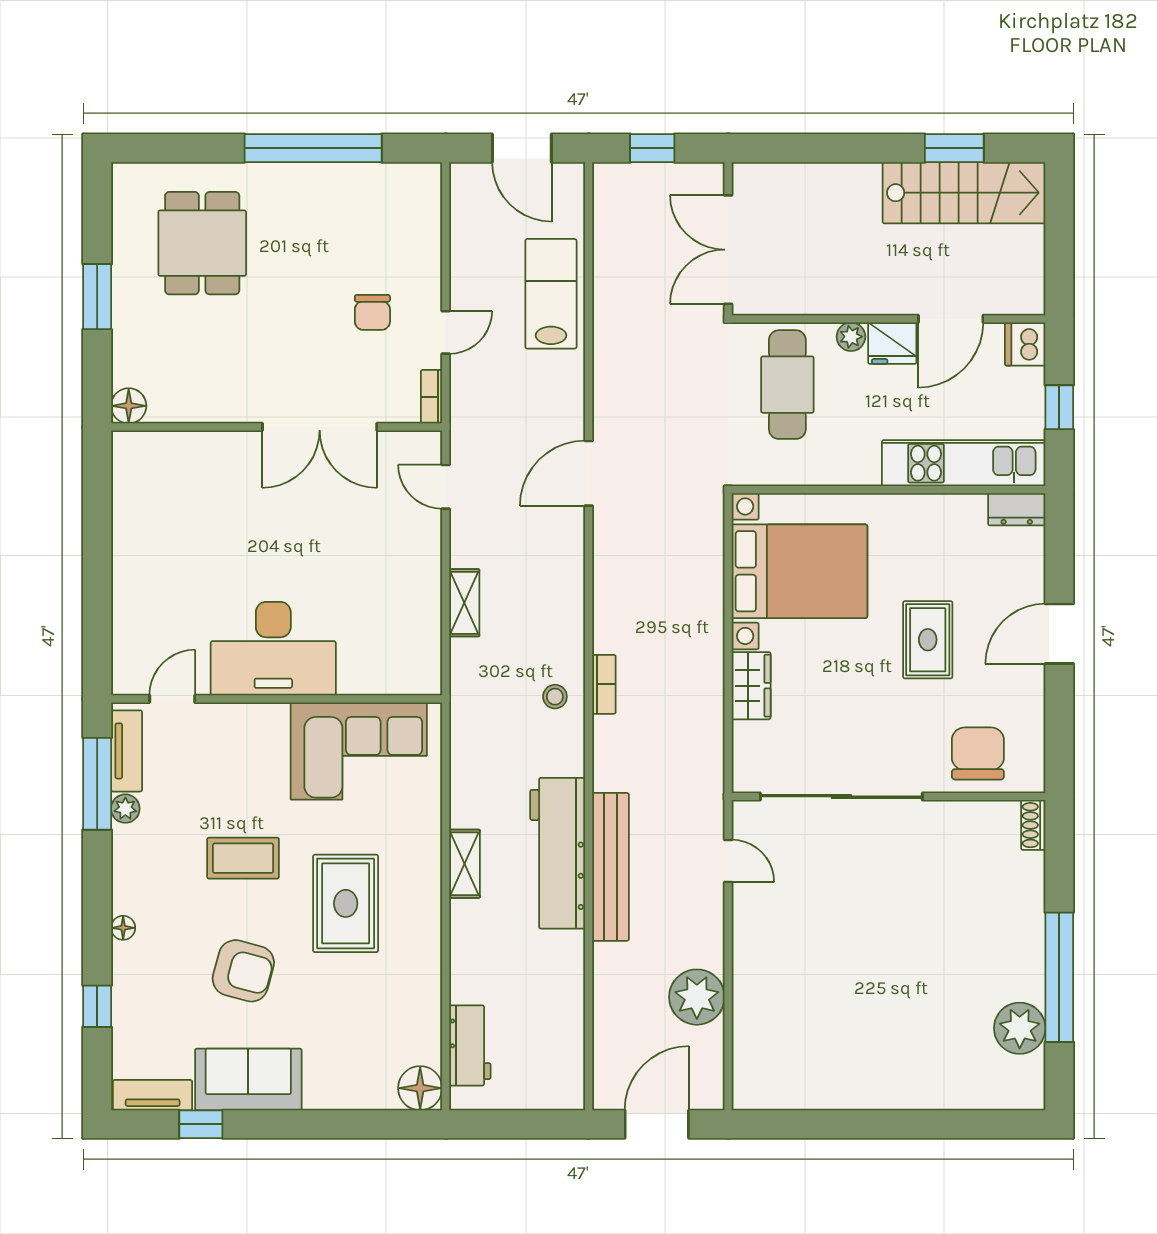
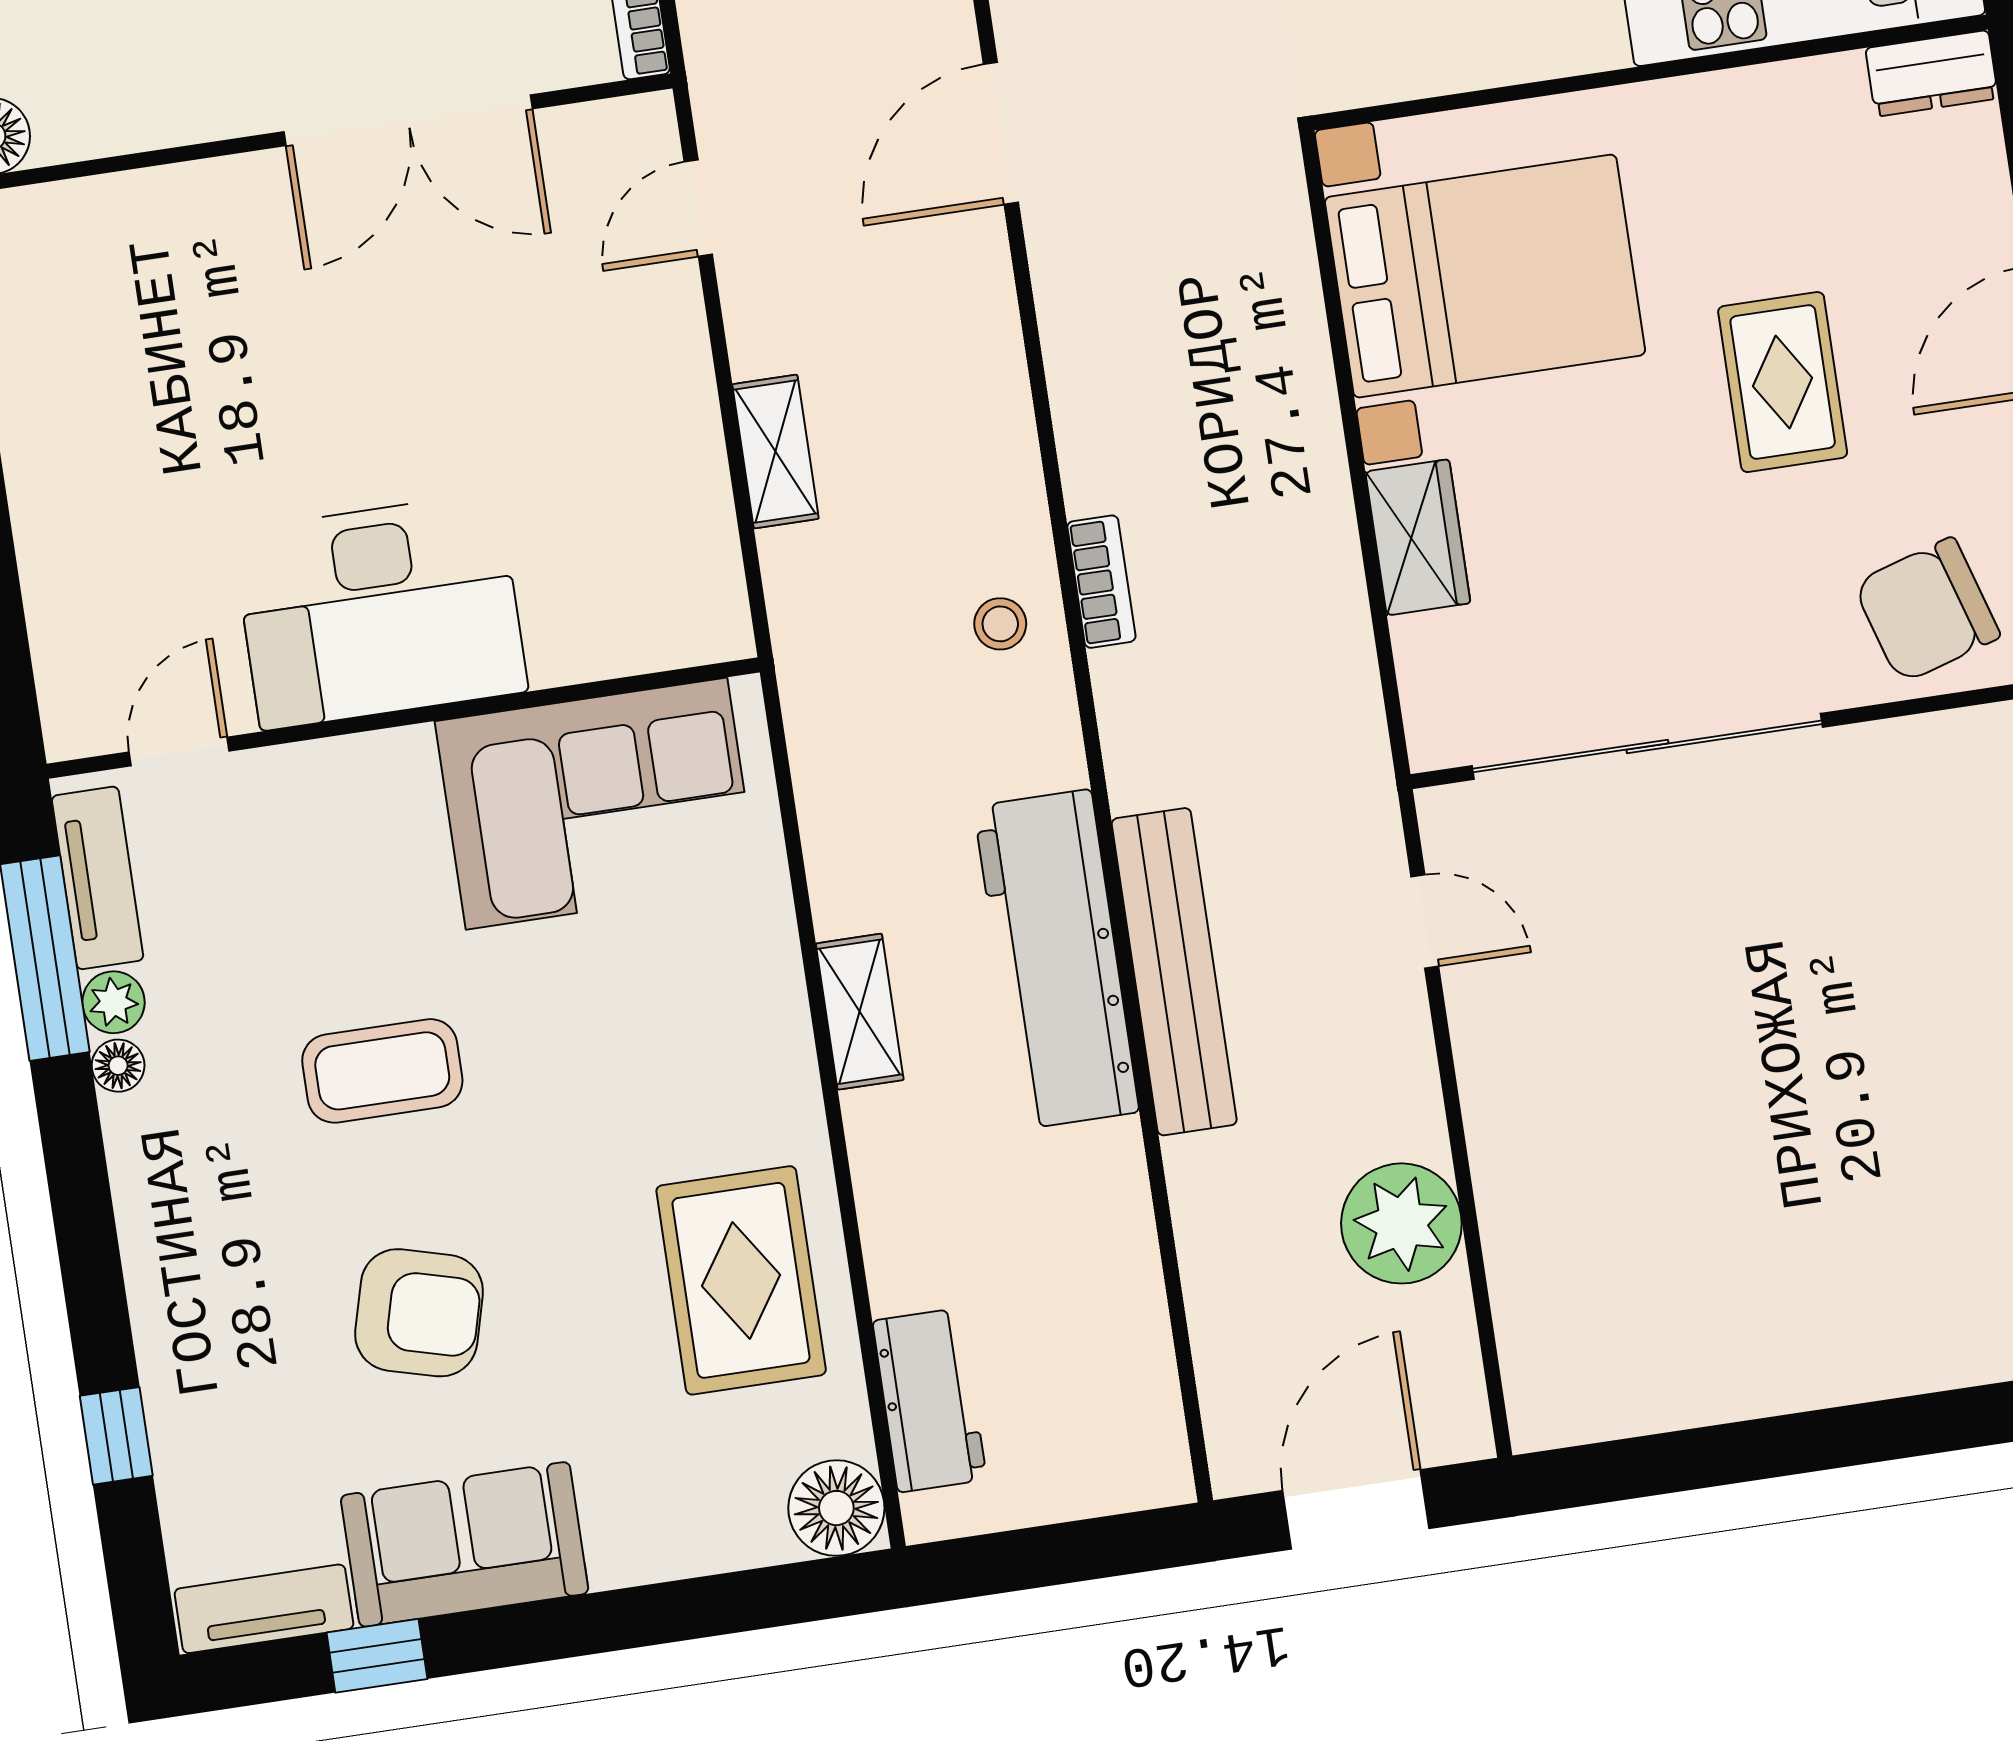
door: (446, 487) -> (698, 208), hinge flipped
chair: (978, 753) -> (1927, 610), turned -107
rug: (346, 903) -> (741, 1280), moved
floor lamp: (123, 928) -> (118, 1066), moved

